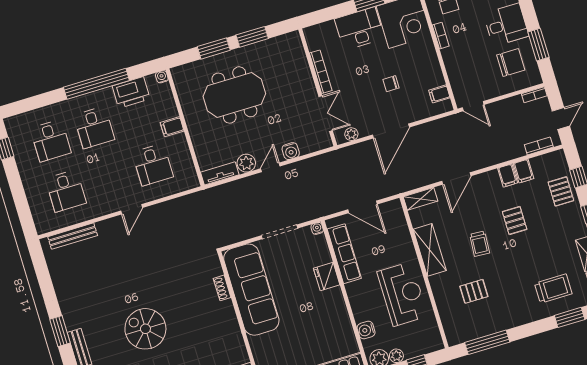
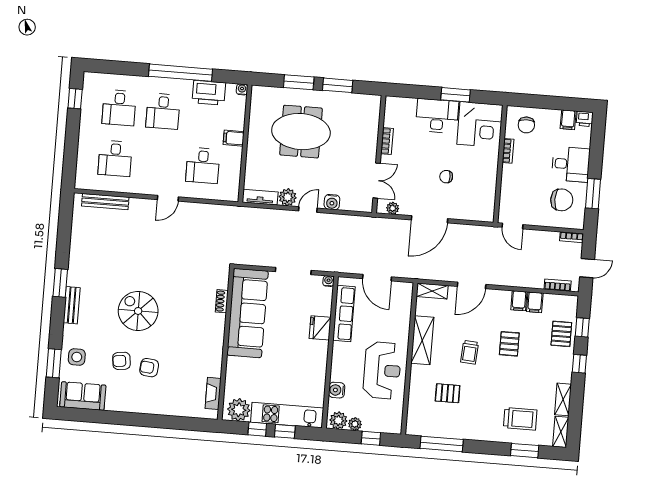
bookcase: (321, 72) -> (387, 141), width x0.64
filing cabinet: (439, 94) -> (486, 203), removed

